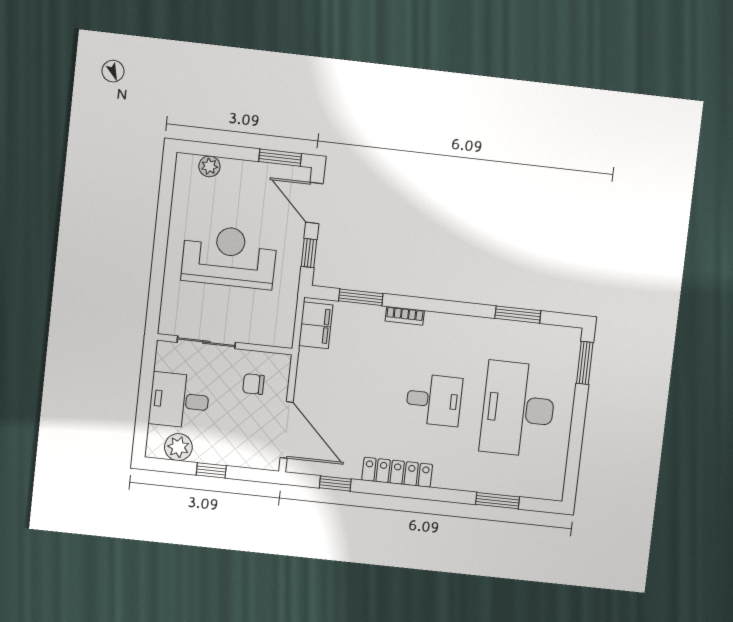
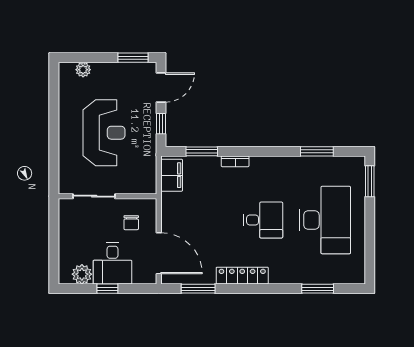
door: (314, 203) -> (161, 87), swing flipped
reception desk: (229, 257) -> (104, 133), turned 90
chair: (253, 384) -> (131, 223), turned -90
desk: (179, 400) -> (112, 263), moved, turned -90
desk: (518, 409) -> (325, 220), turned 180
window: (335, 483) -> (198, 289), width x1.50

